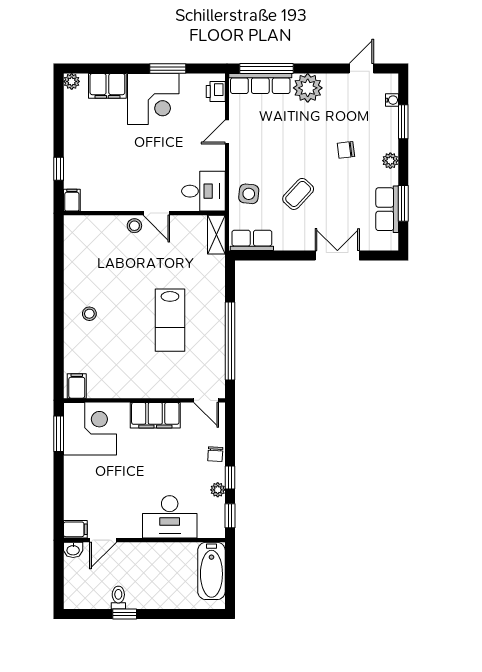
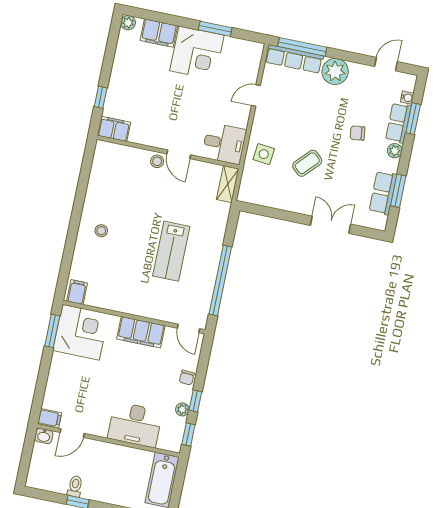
printer: (216, 91) -> (253, 58), removed
filing cabinet: (72, 200) -> (114, 129), width x2.00
row of seats: (252, 240) -> (398, 123), moved, turned -90

